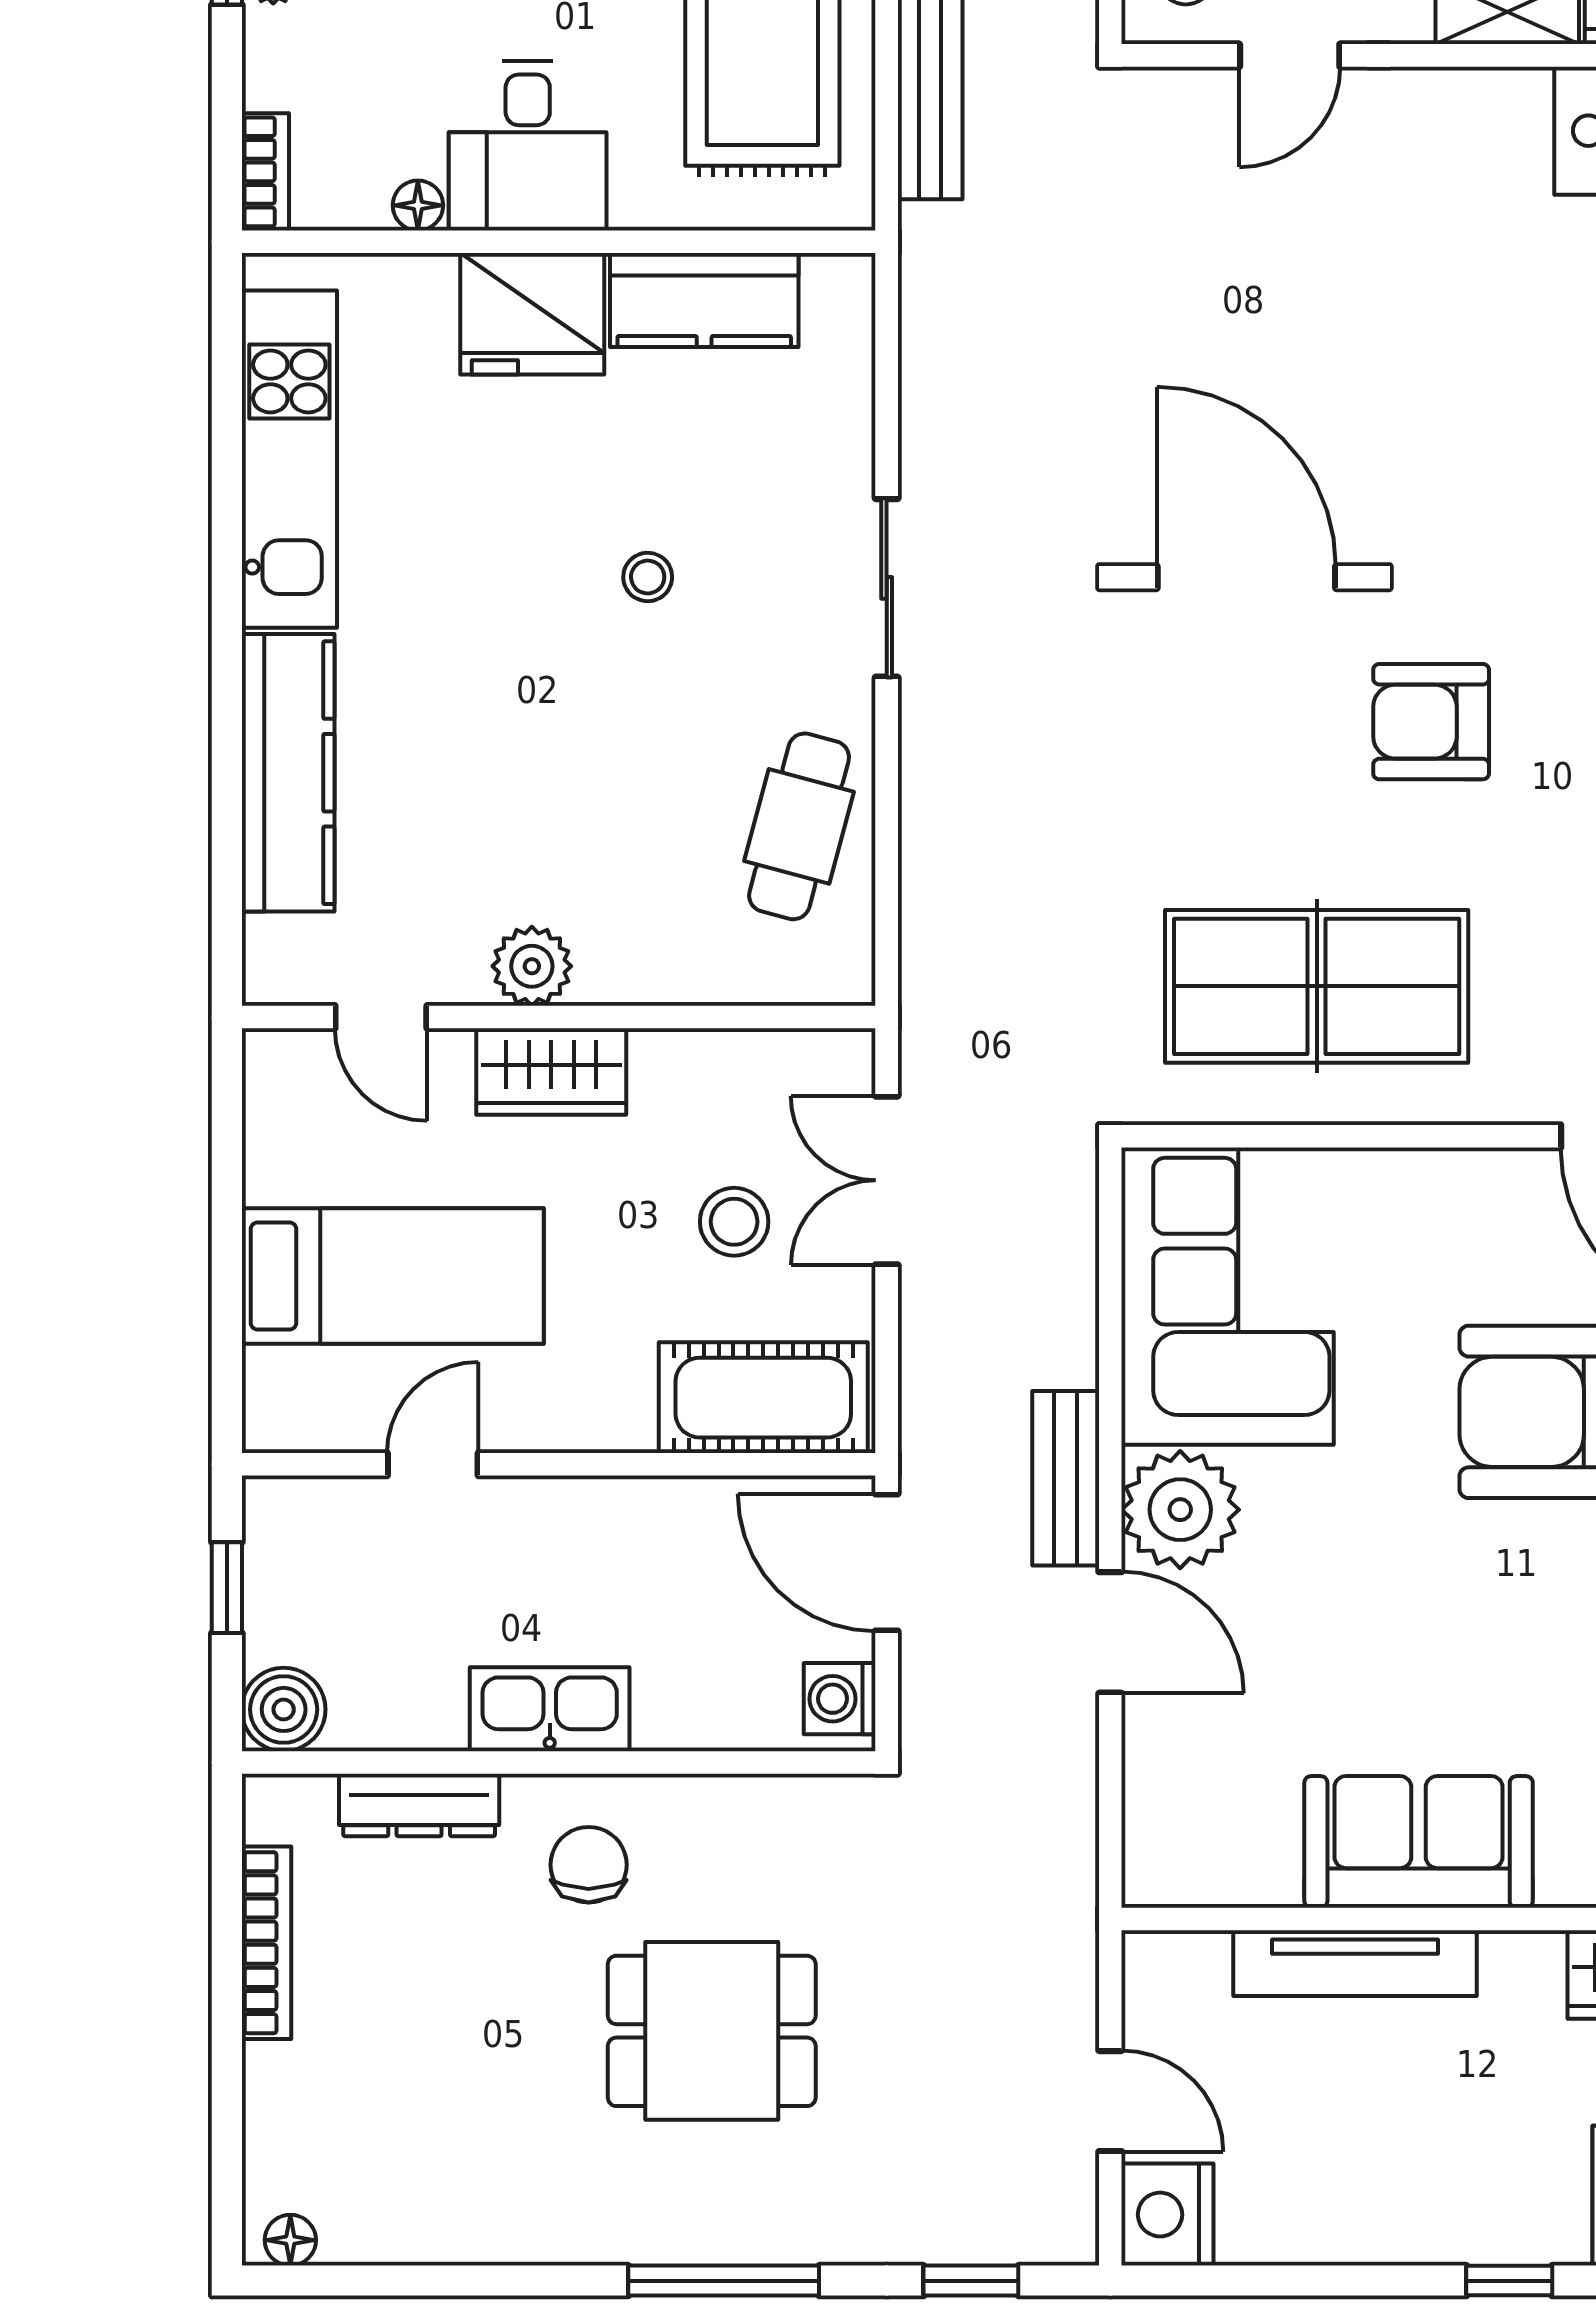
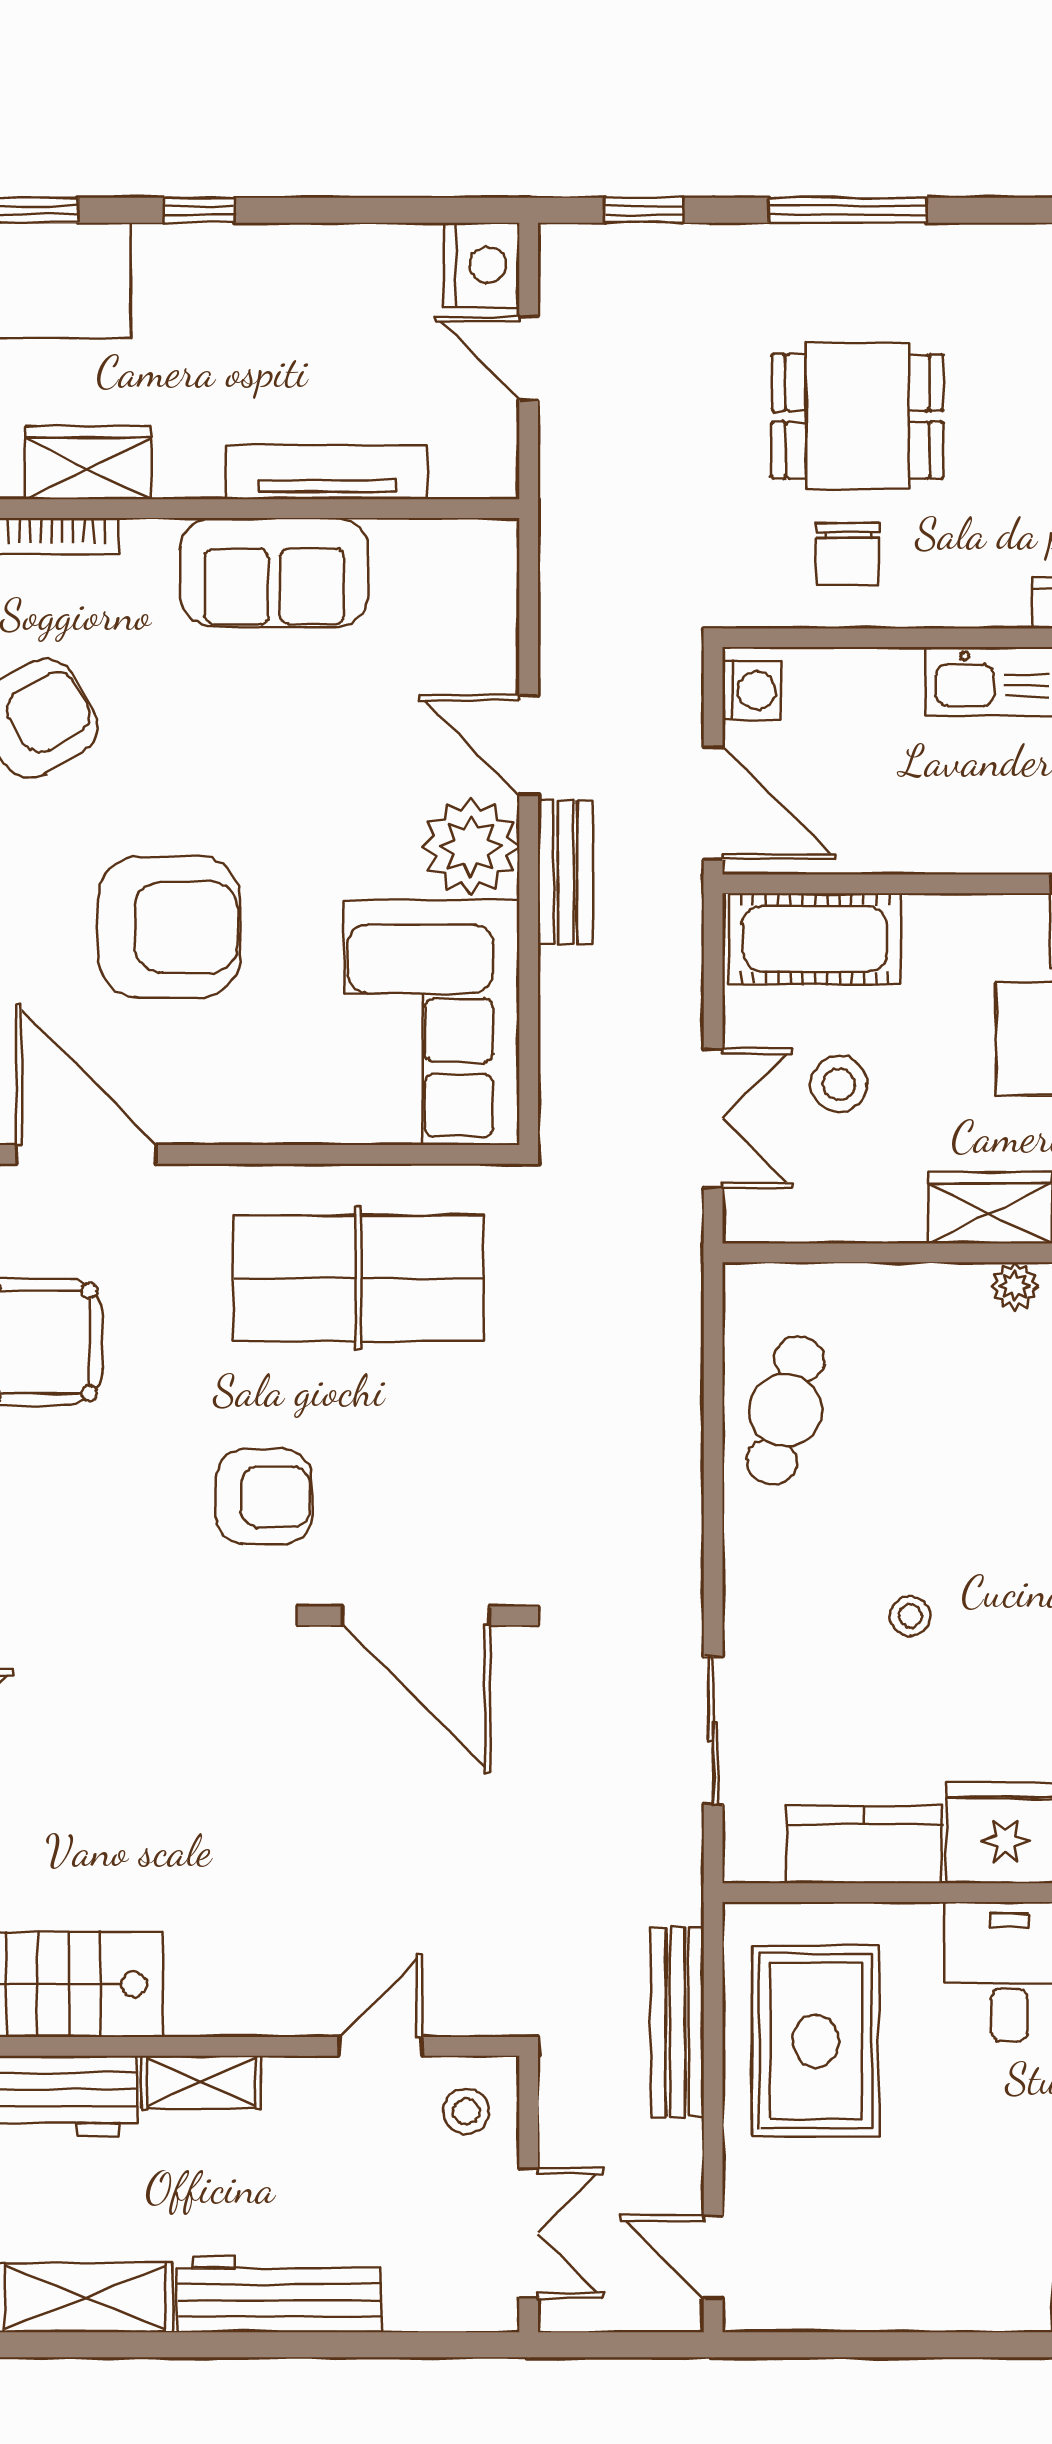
sliding door: (887, 588) -> (713, 1731), moved
plant: (532, 966) -> (1015, 1286), width x0.73, depth x0.73
chair: (589, 1865) -> (848, 554), moved

